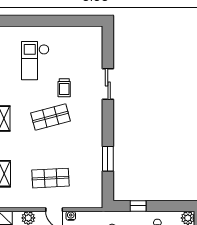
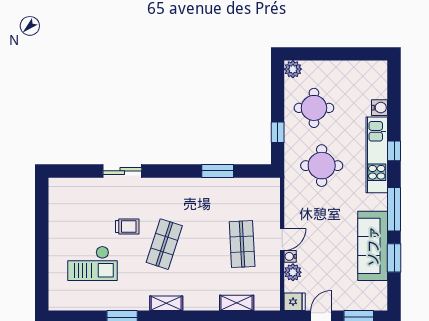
shop shelf: (50, 117) -> (164, 244), turned 33
water cooler: (71, 216) -> (290, 256), moved

